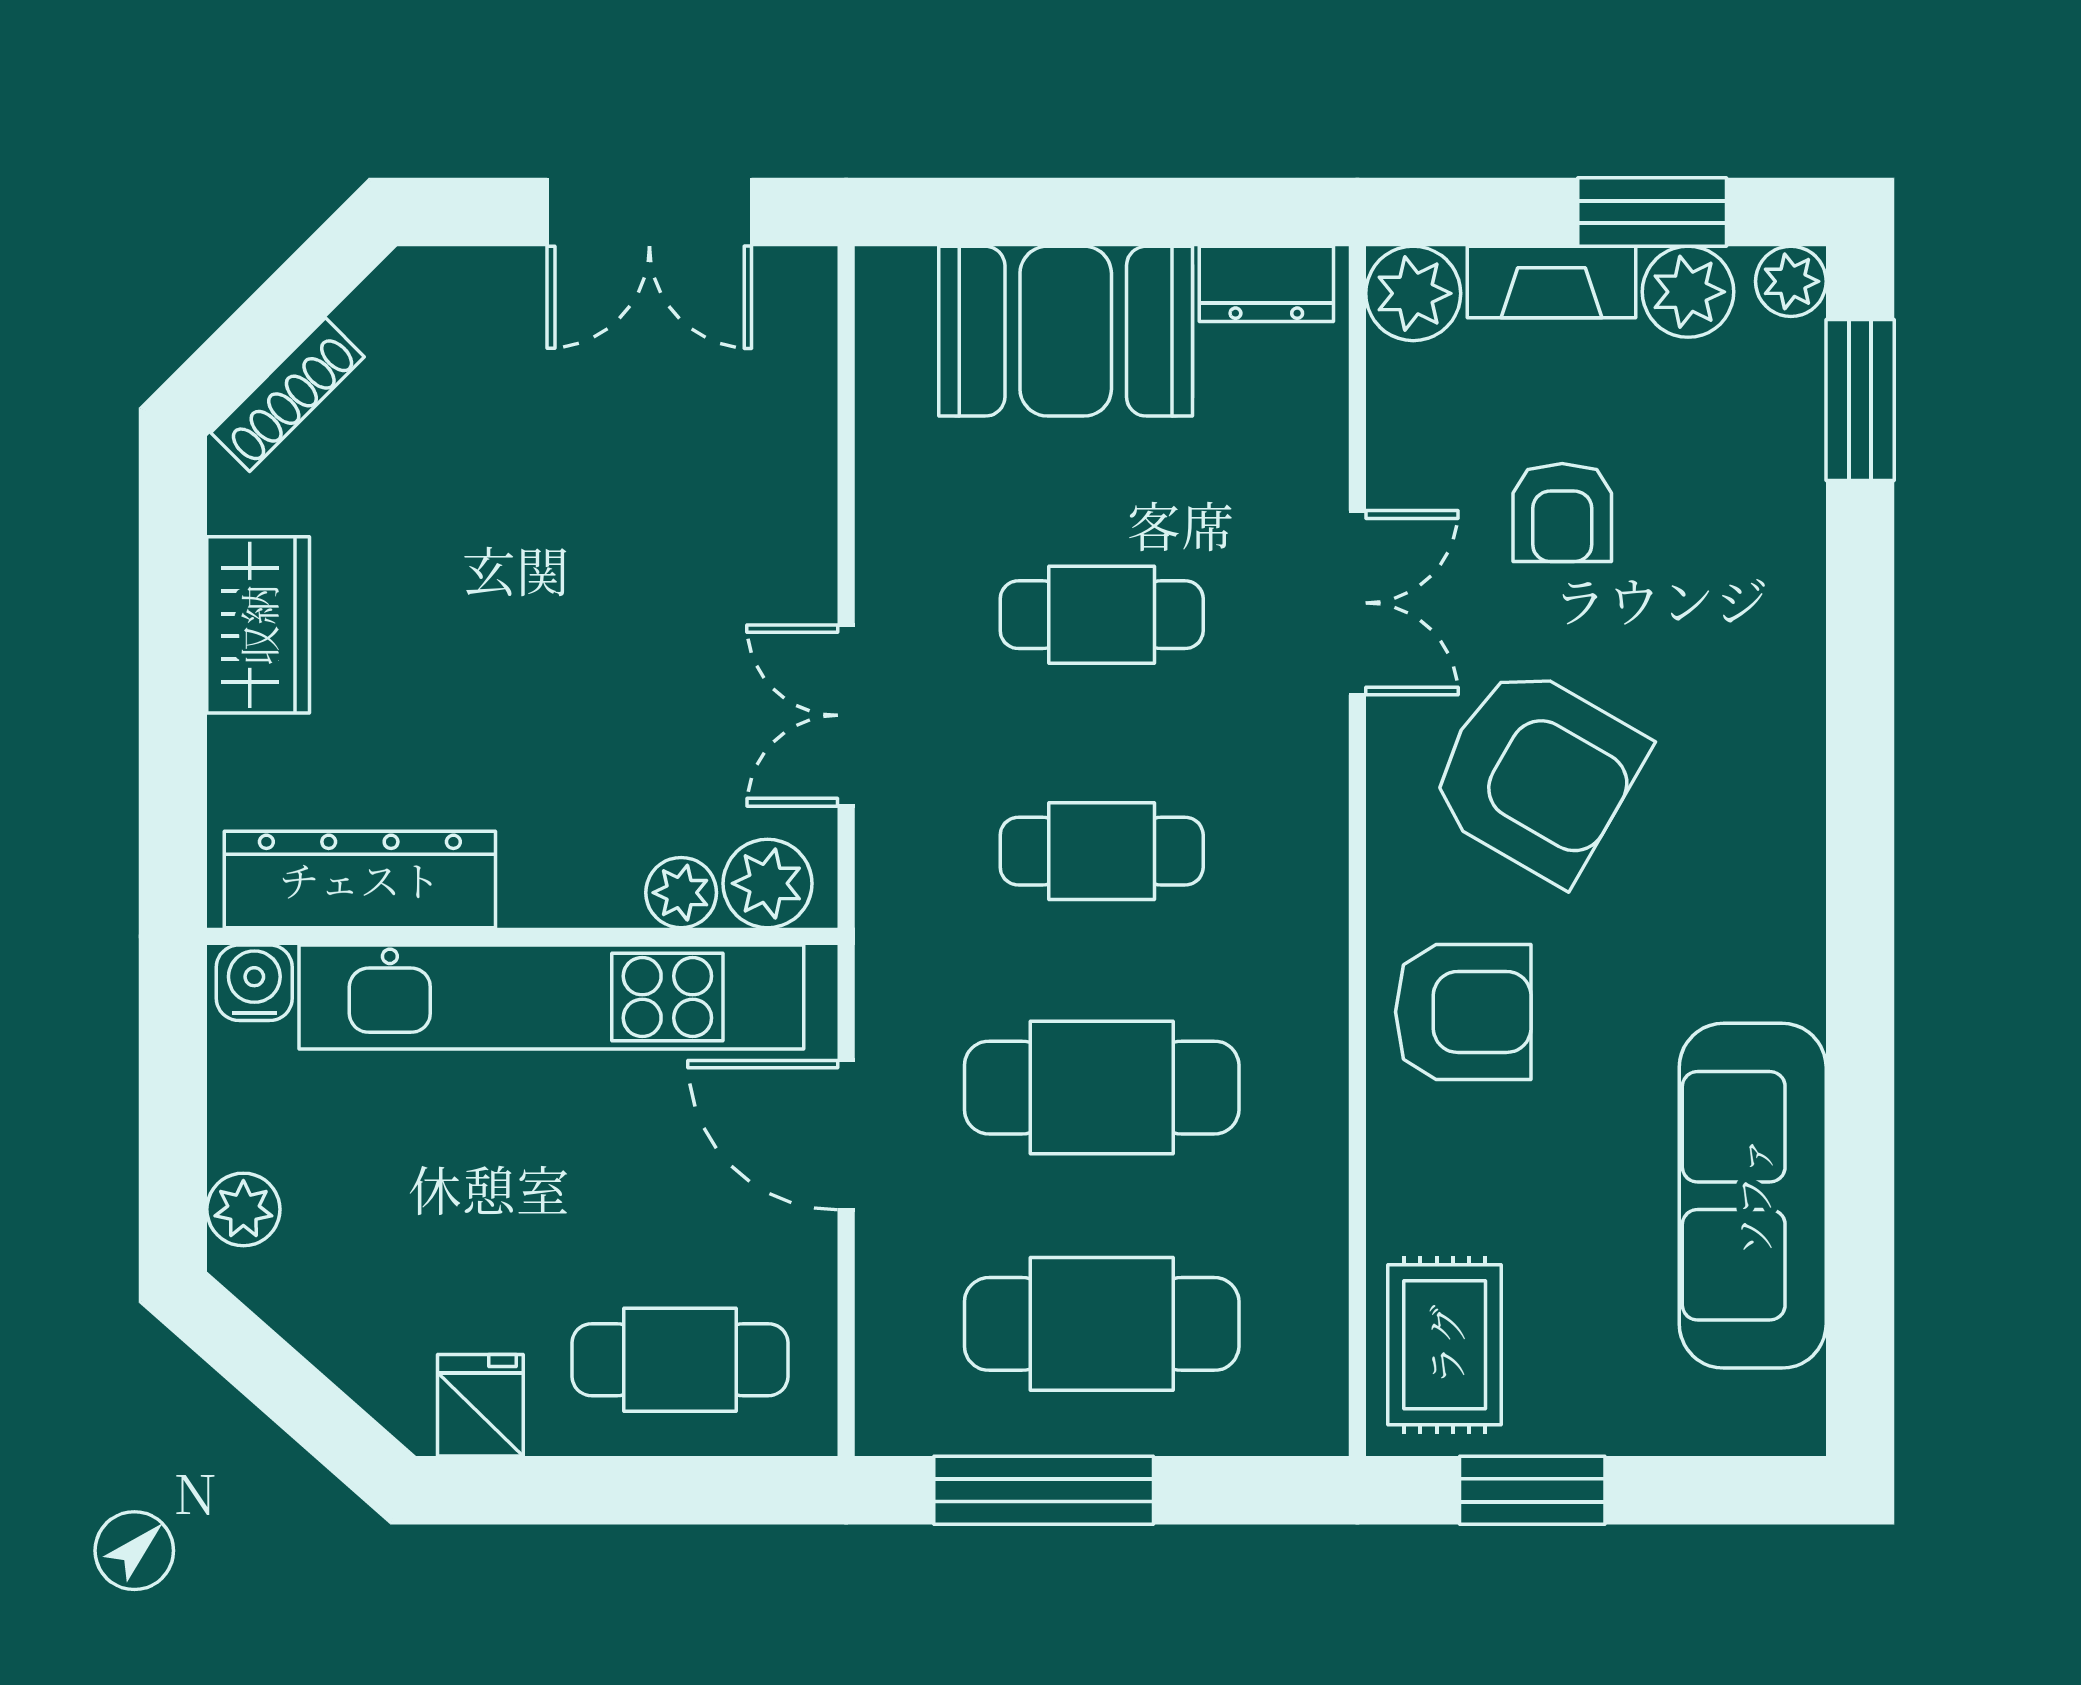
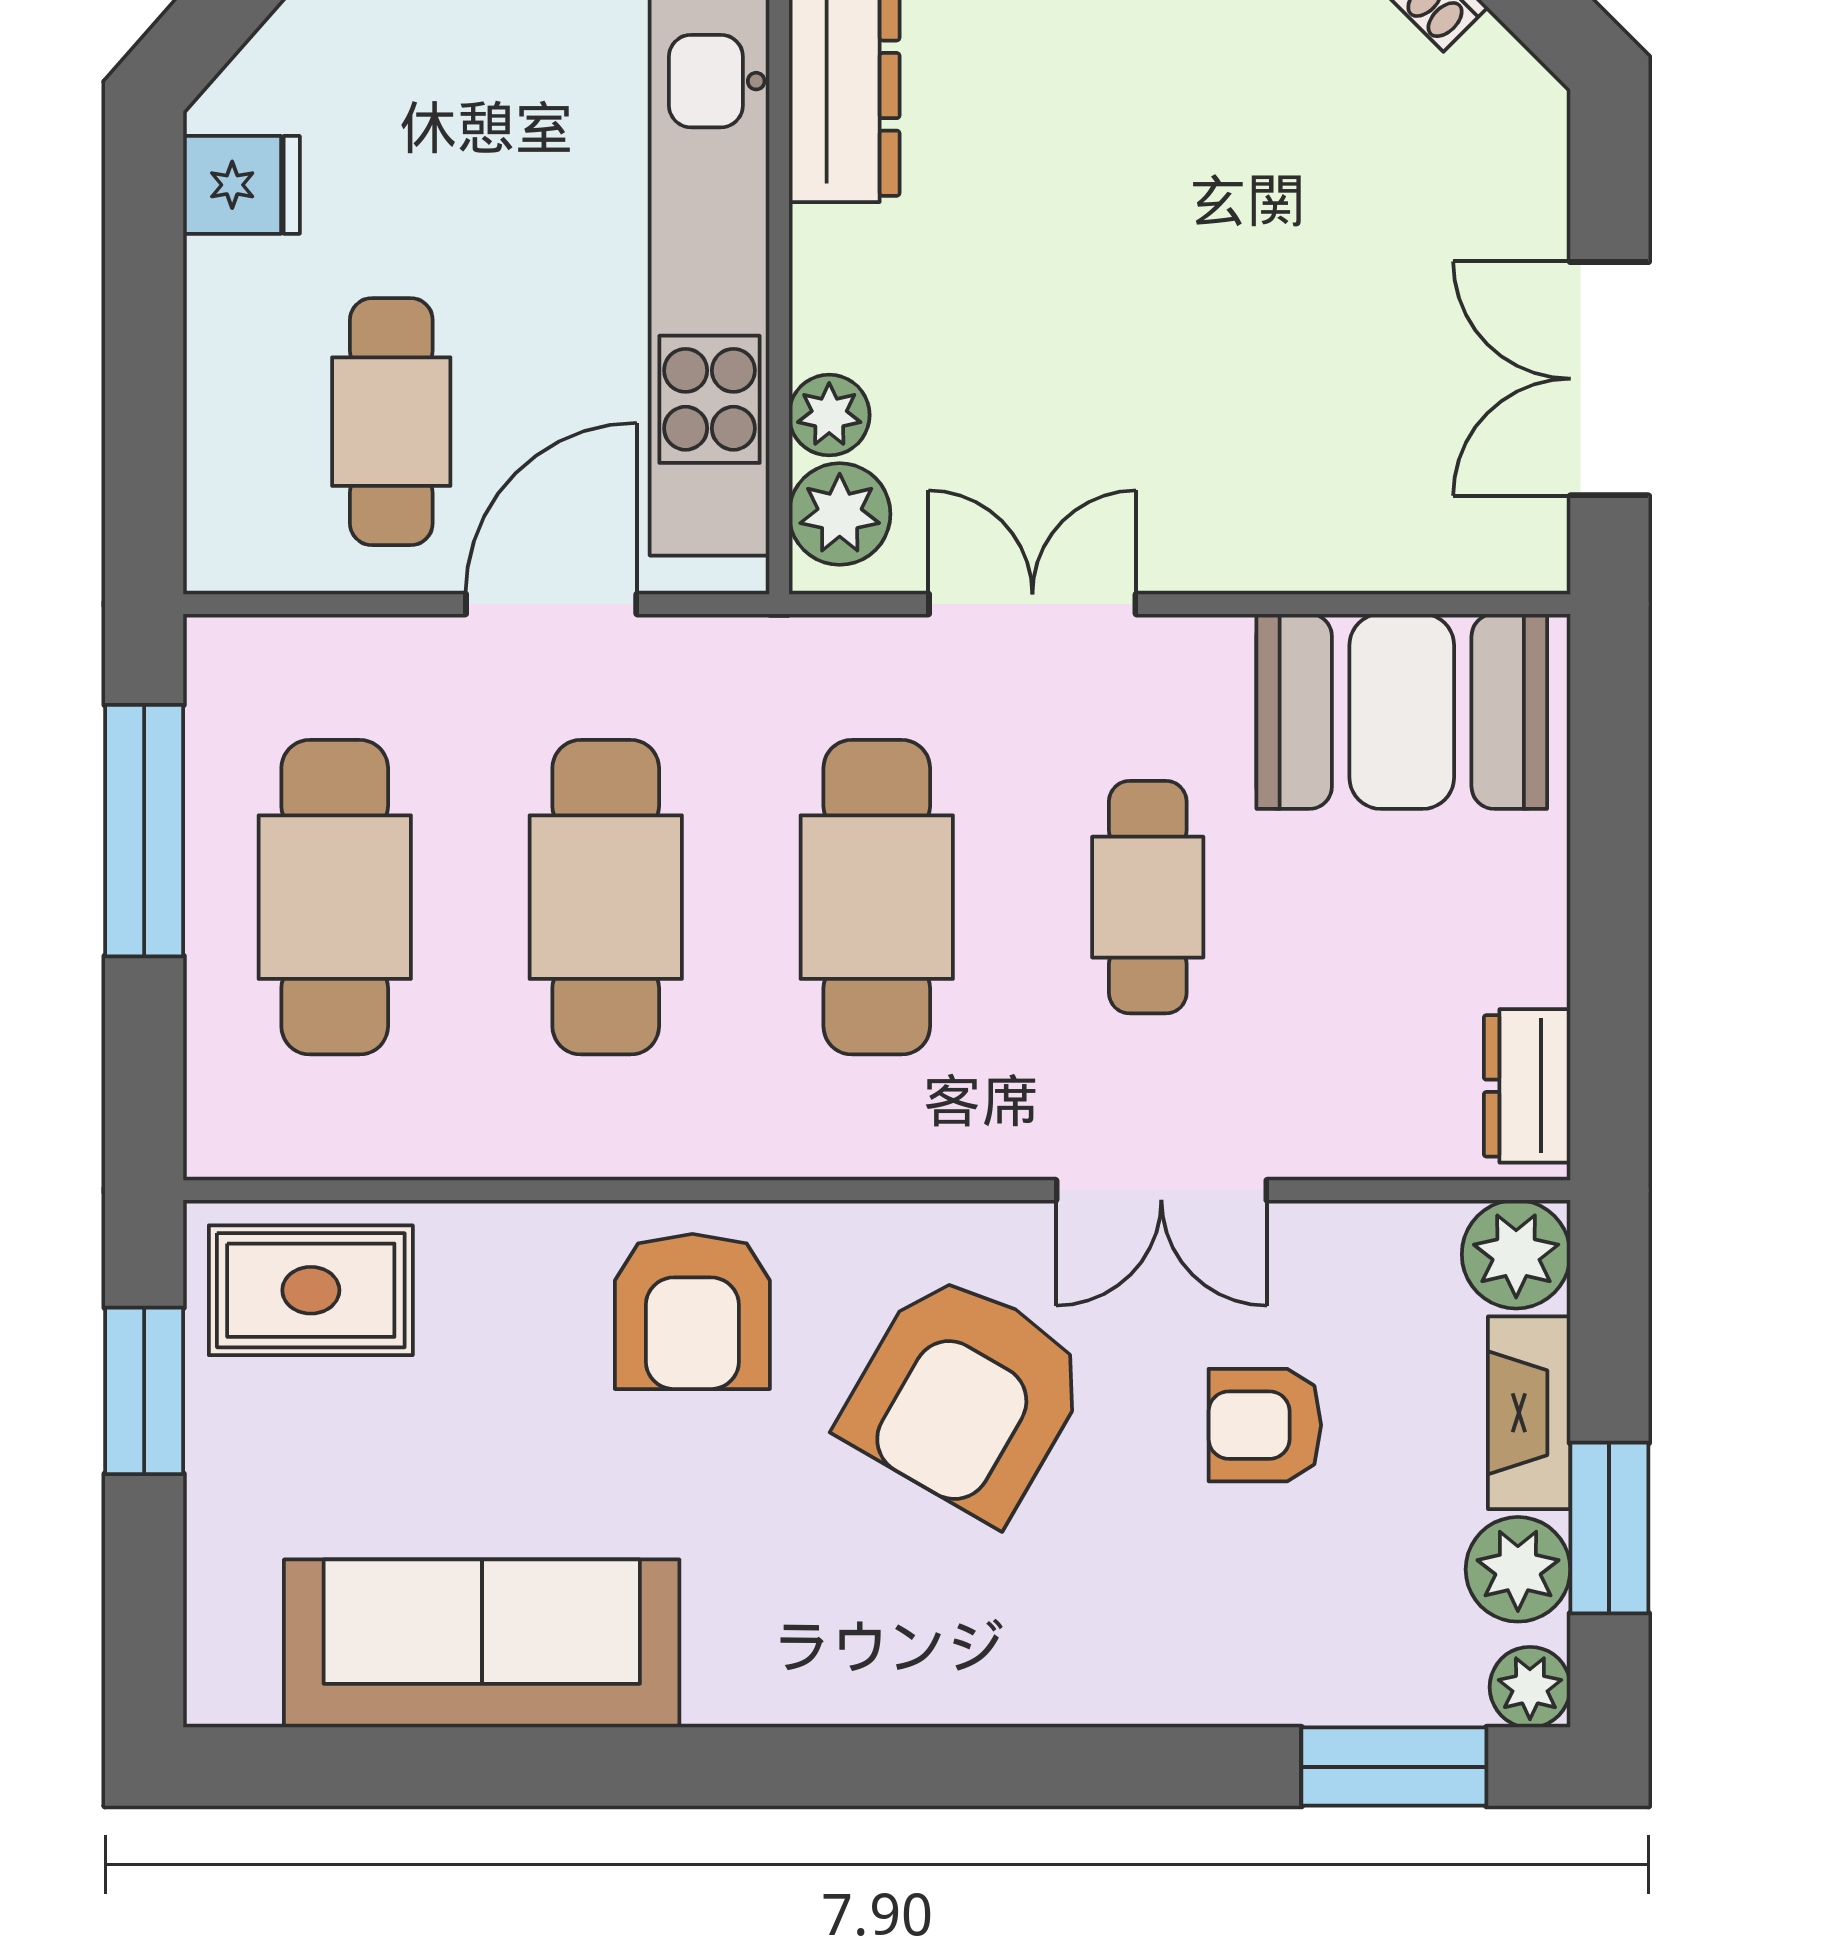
booth: (1066, 331) -> (1402, 711), moved, turned 90
cafe table: (1102, 851) -> (877, 897), width x1.37, depth x1.35
cafe table: (680, 1360) -> (391, 422), moved

